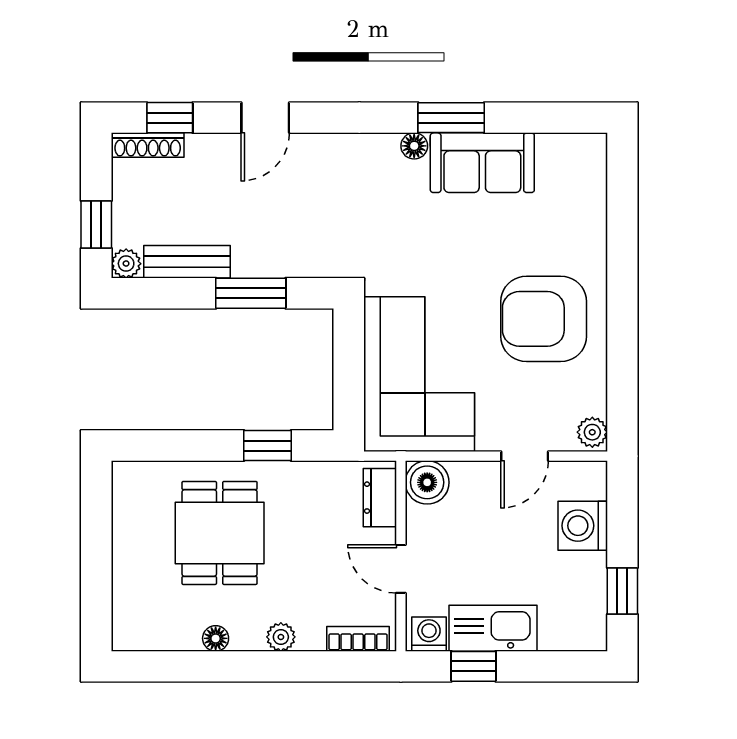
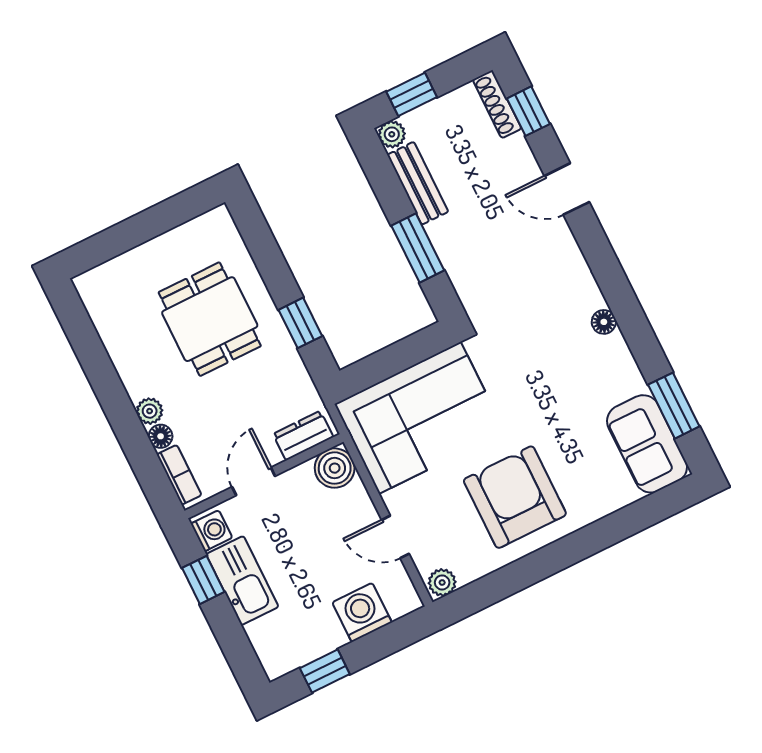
window: (451, 118) -> (674, 406), moved
sofa: (482, 163) -> (647, 444), moved
dining table: (220, 533) -> (210, 319), turned 90
floor lamp: (216, 638) -> (161, 436), moved

